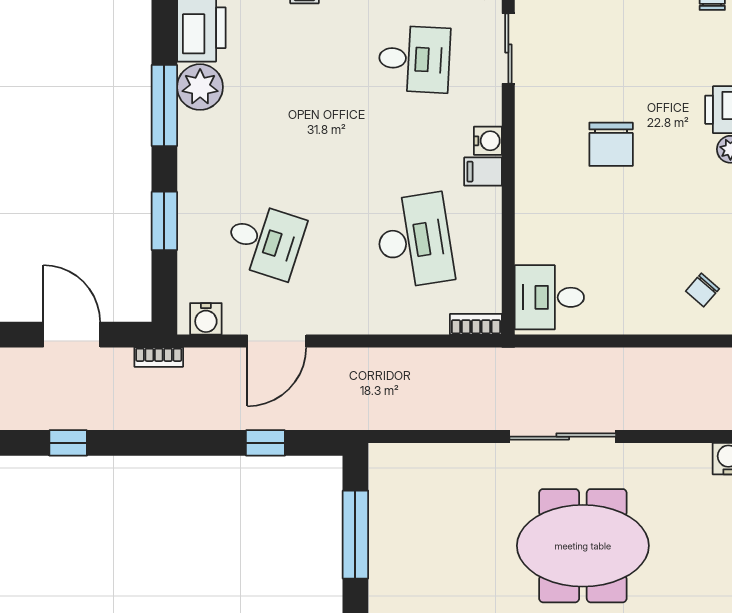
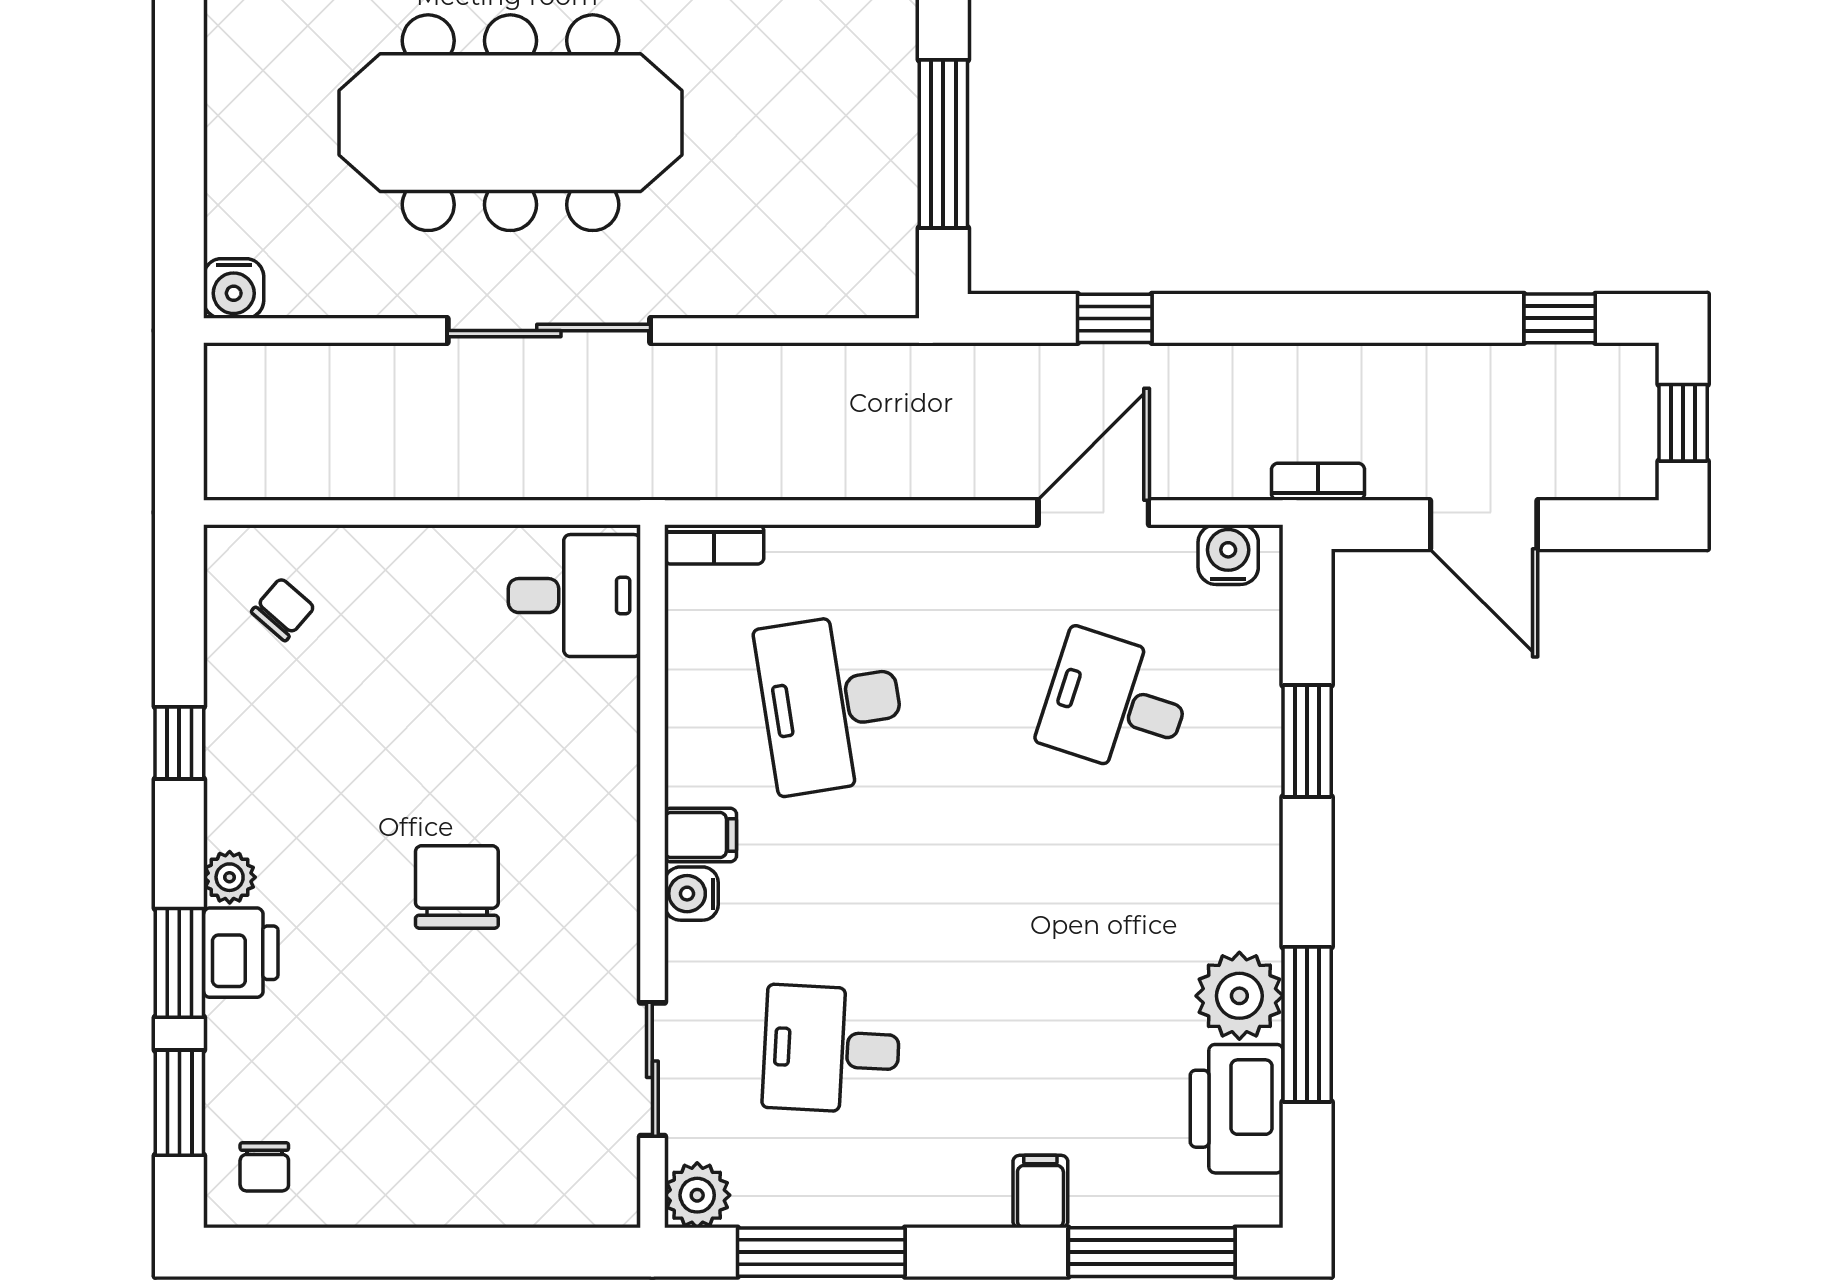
window: (164, 106) -> (1307, 1024), moved
window: (68, 443) -> (1560, 318), moved
meeting table: (583, 546) -> (510, 123), width x1.36

